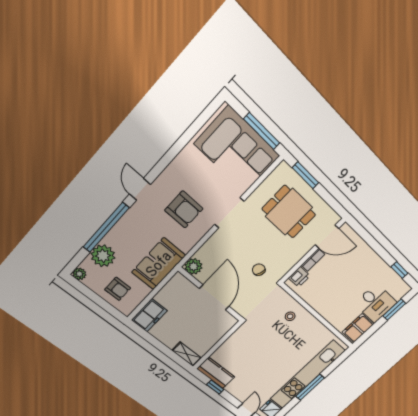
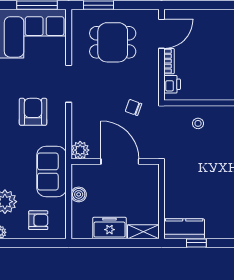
armchair: (184, 209) -> (33, 112), turned -90
boiler: (164, 295) -> (79, 194), added
freezer: (149, 315) -> (109, 228), moved, turned -90

